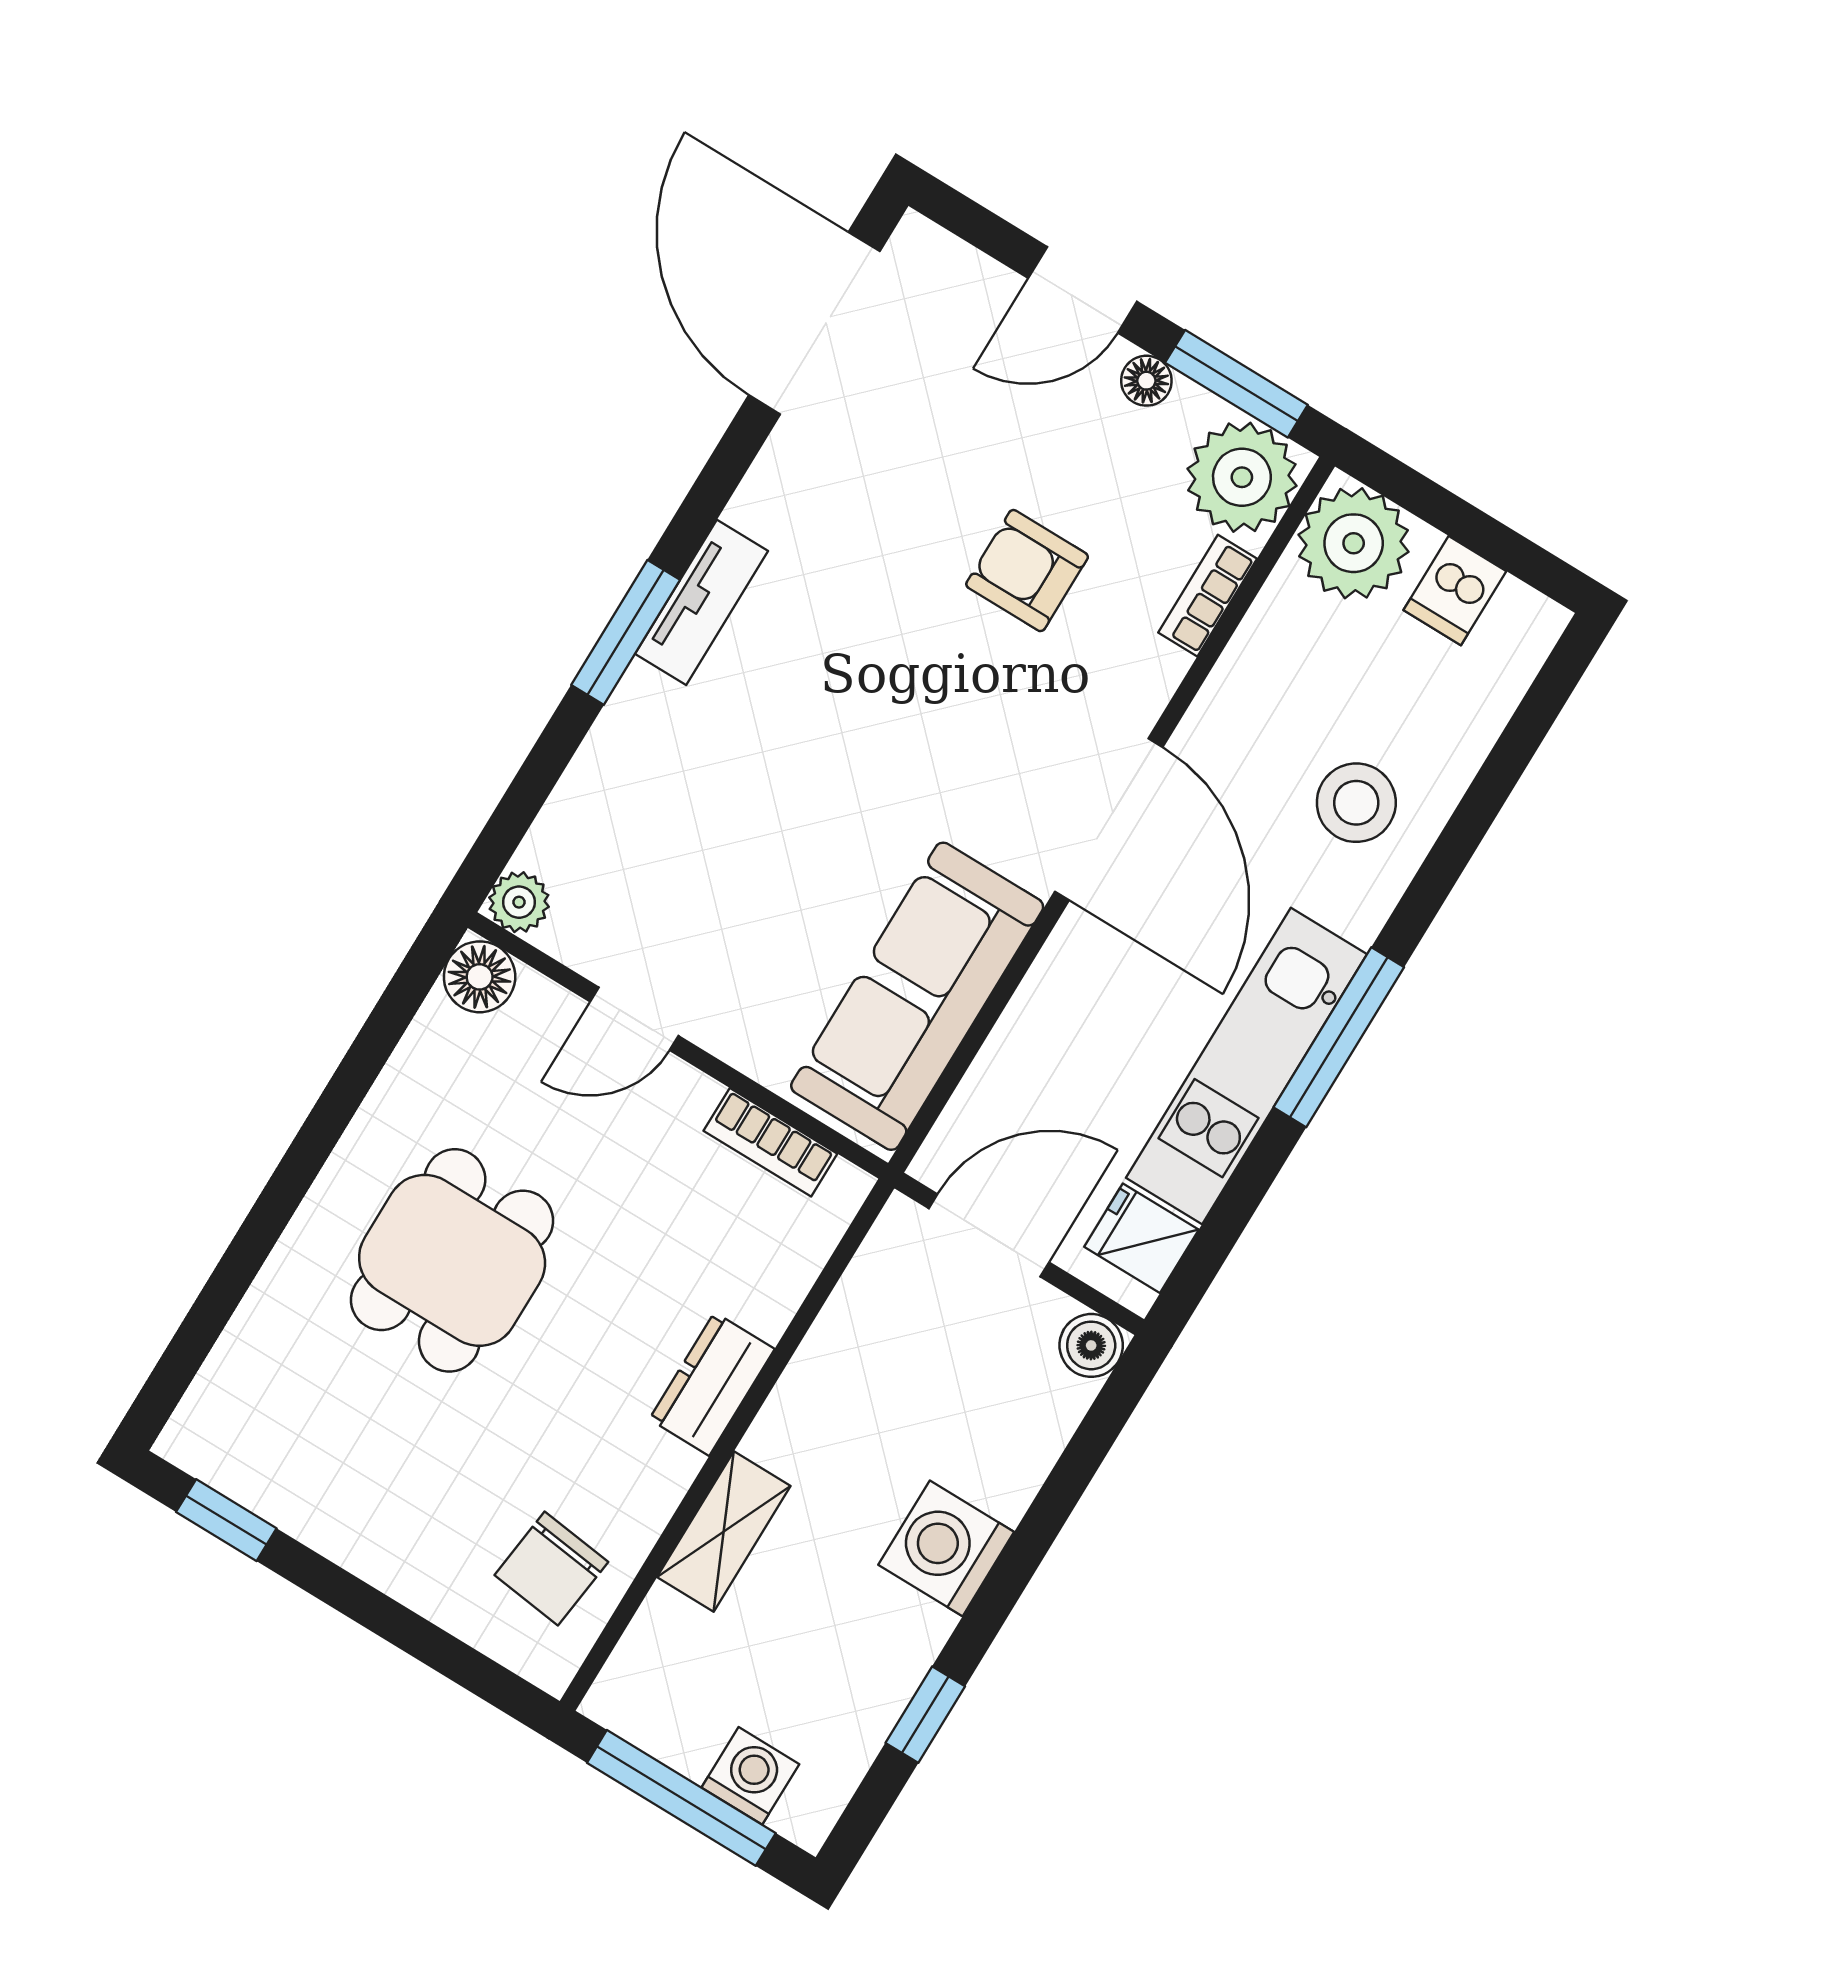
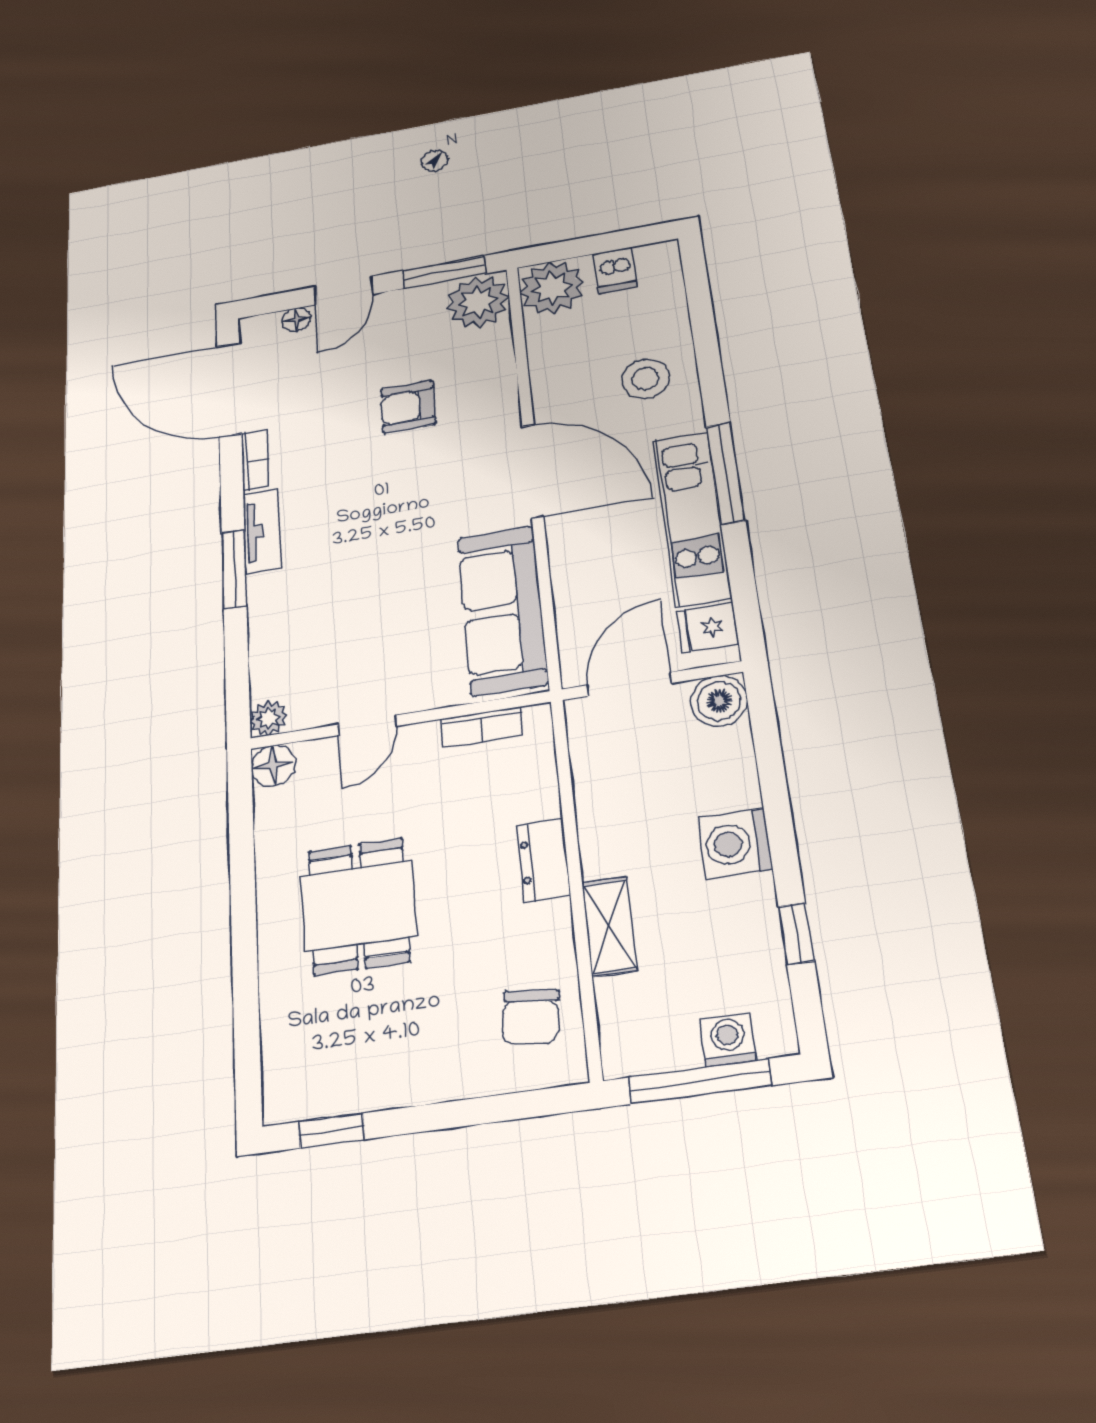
floor lamp: (1146, 381) -> (296, 320), moved
bookcase: (1208, 596) -> (255, 460), moved, turned 180
boiler: (1091, 1345) -> (719, 701), width x1.36, depth x1.36

